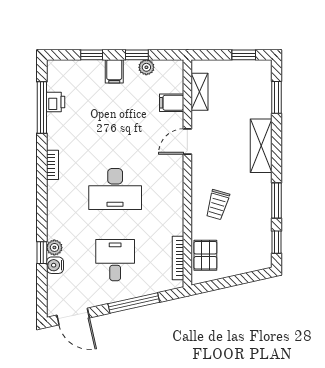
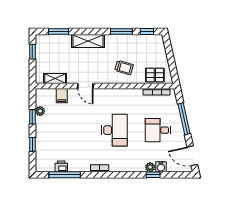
filing cabinet: (114, 71) -> (43, 131), removed
door: (73, 317) -> (192, 156), swing flipped

